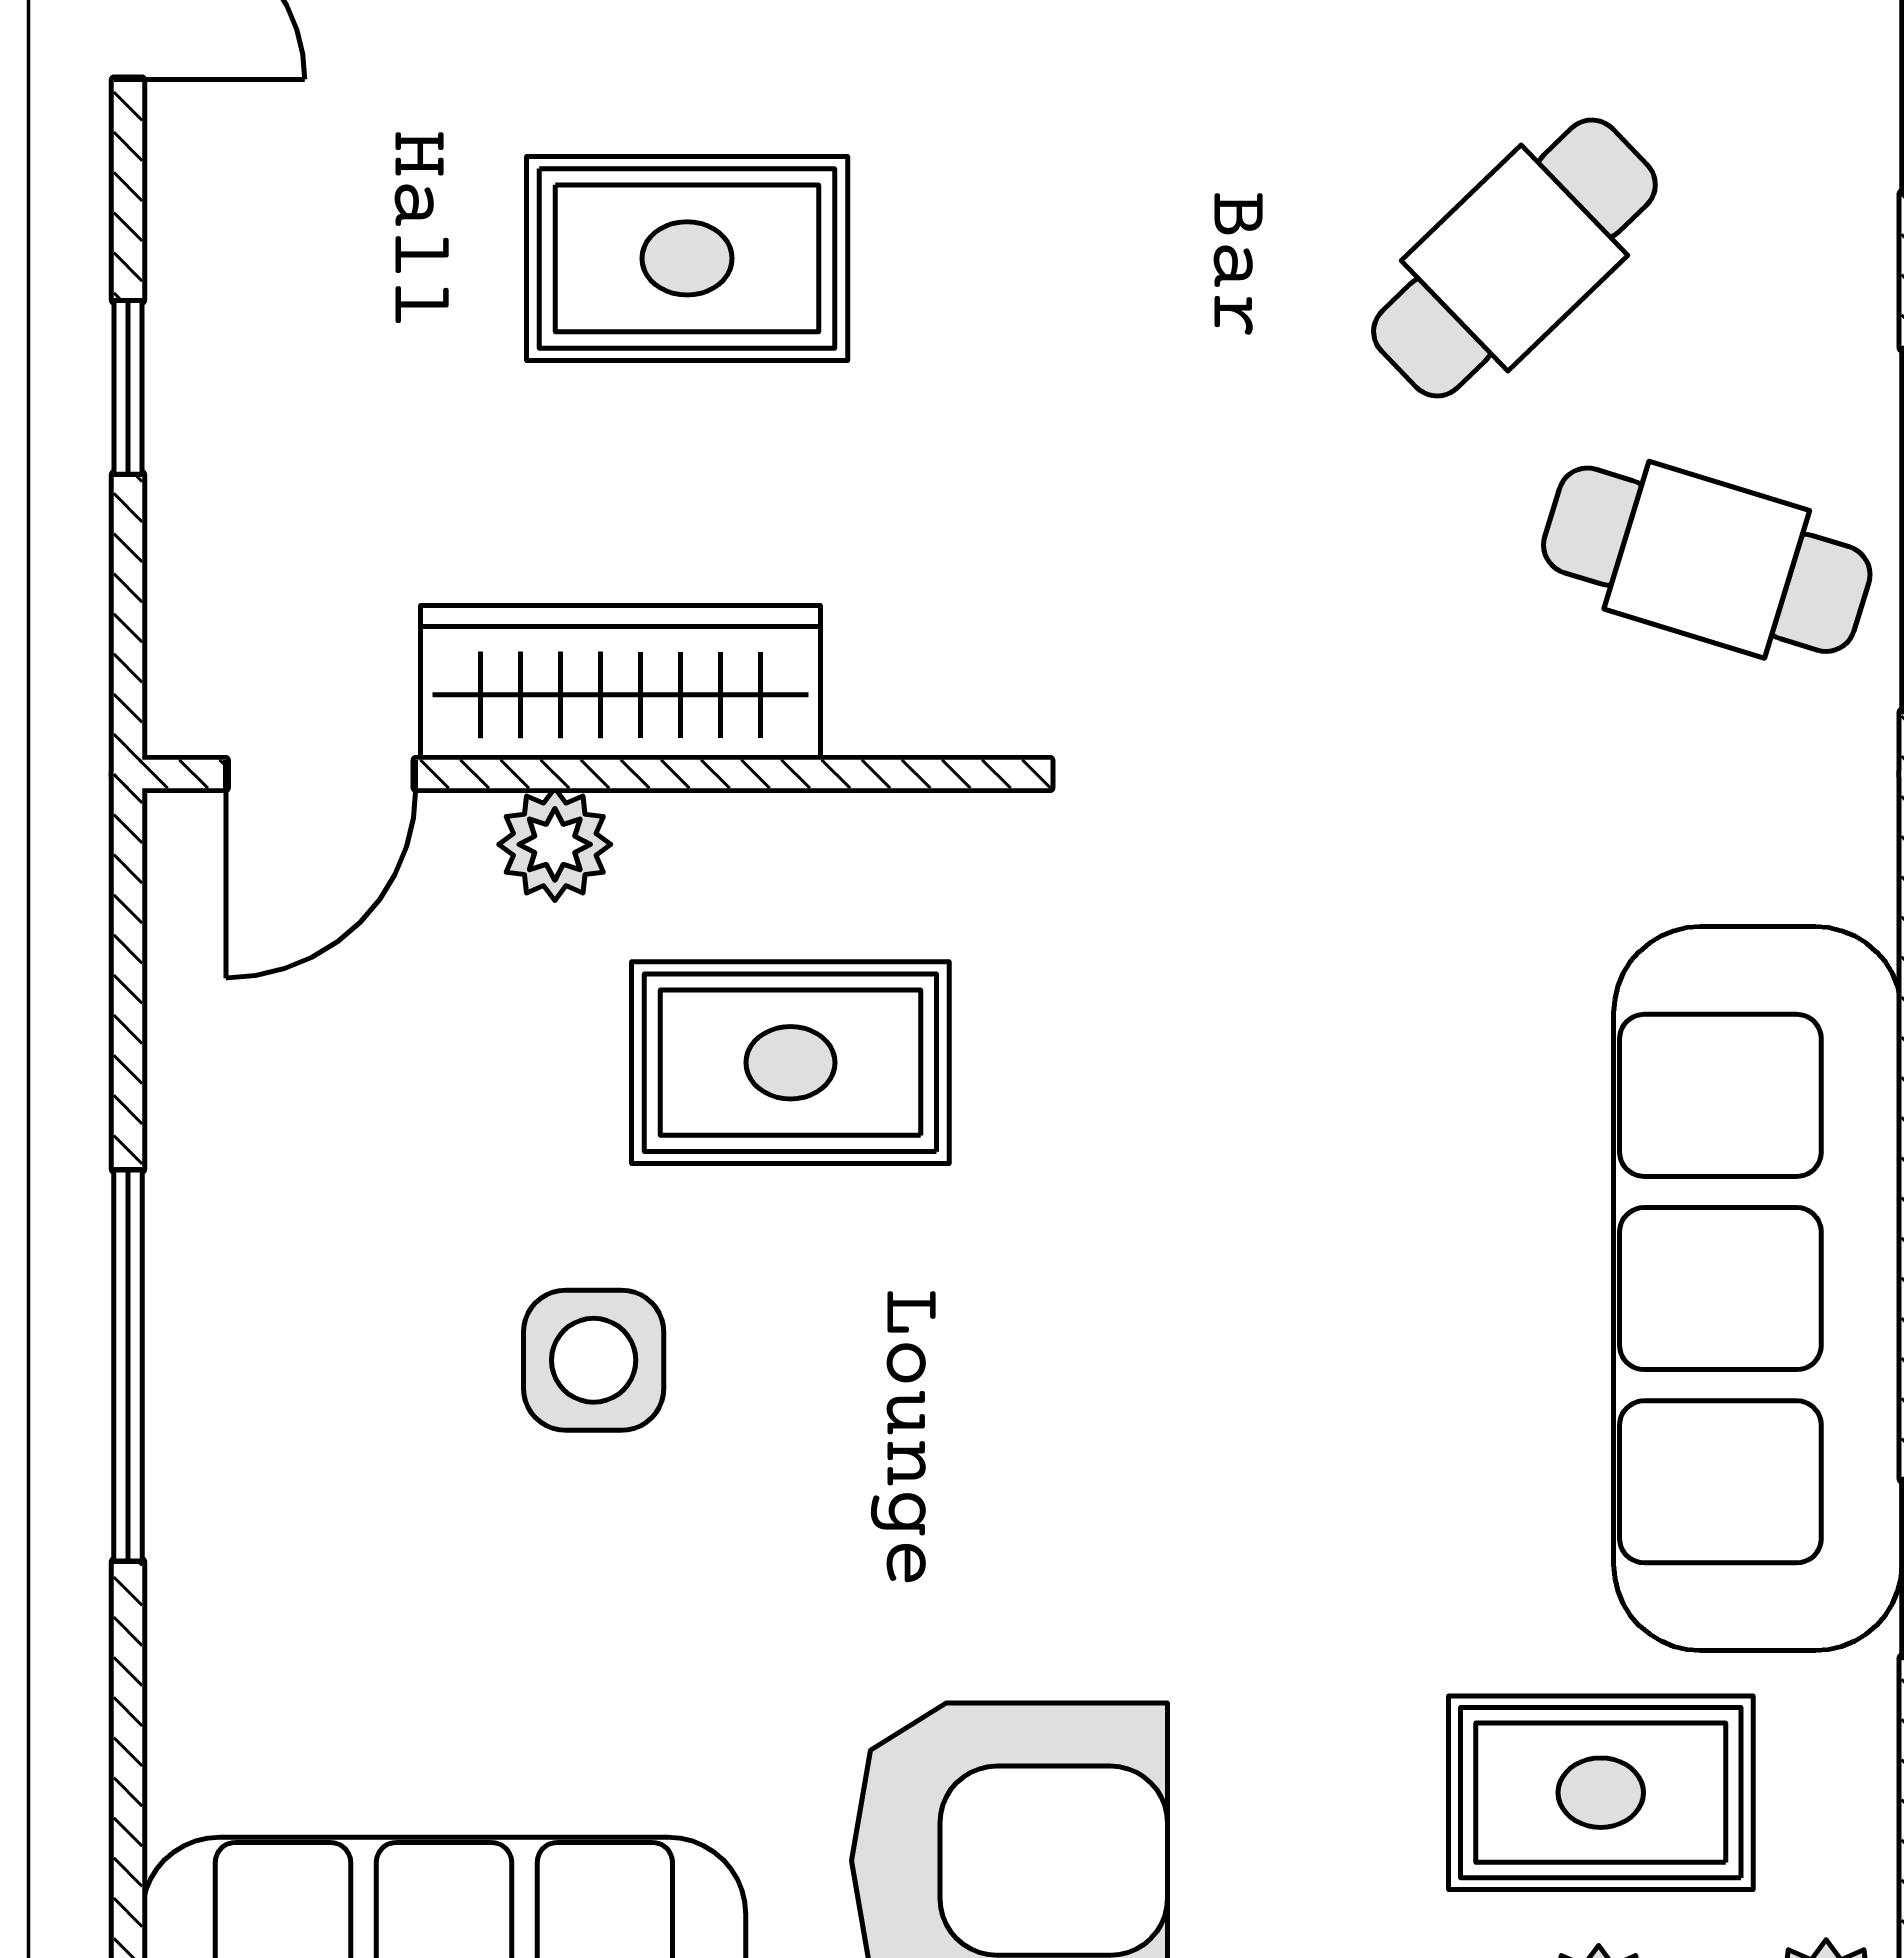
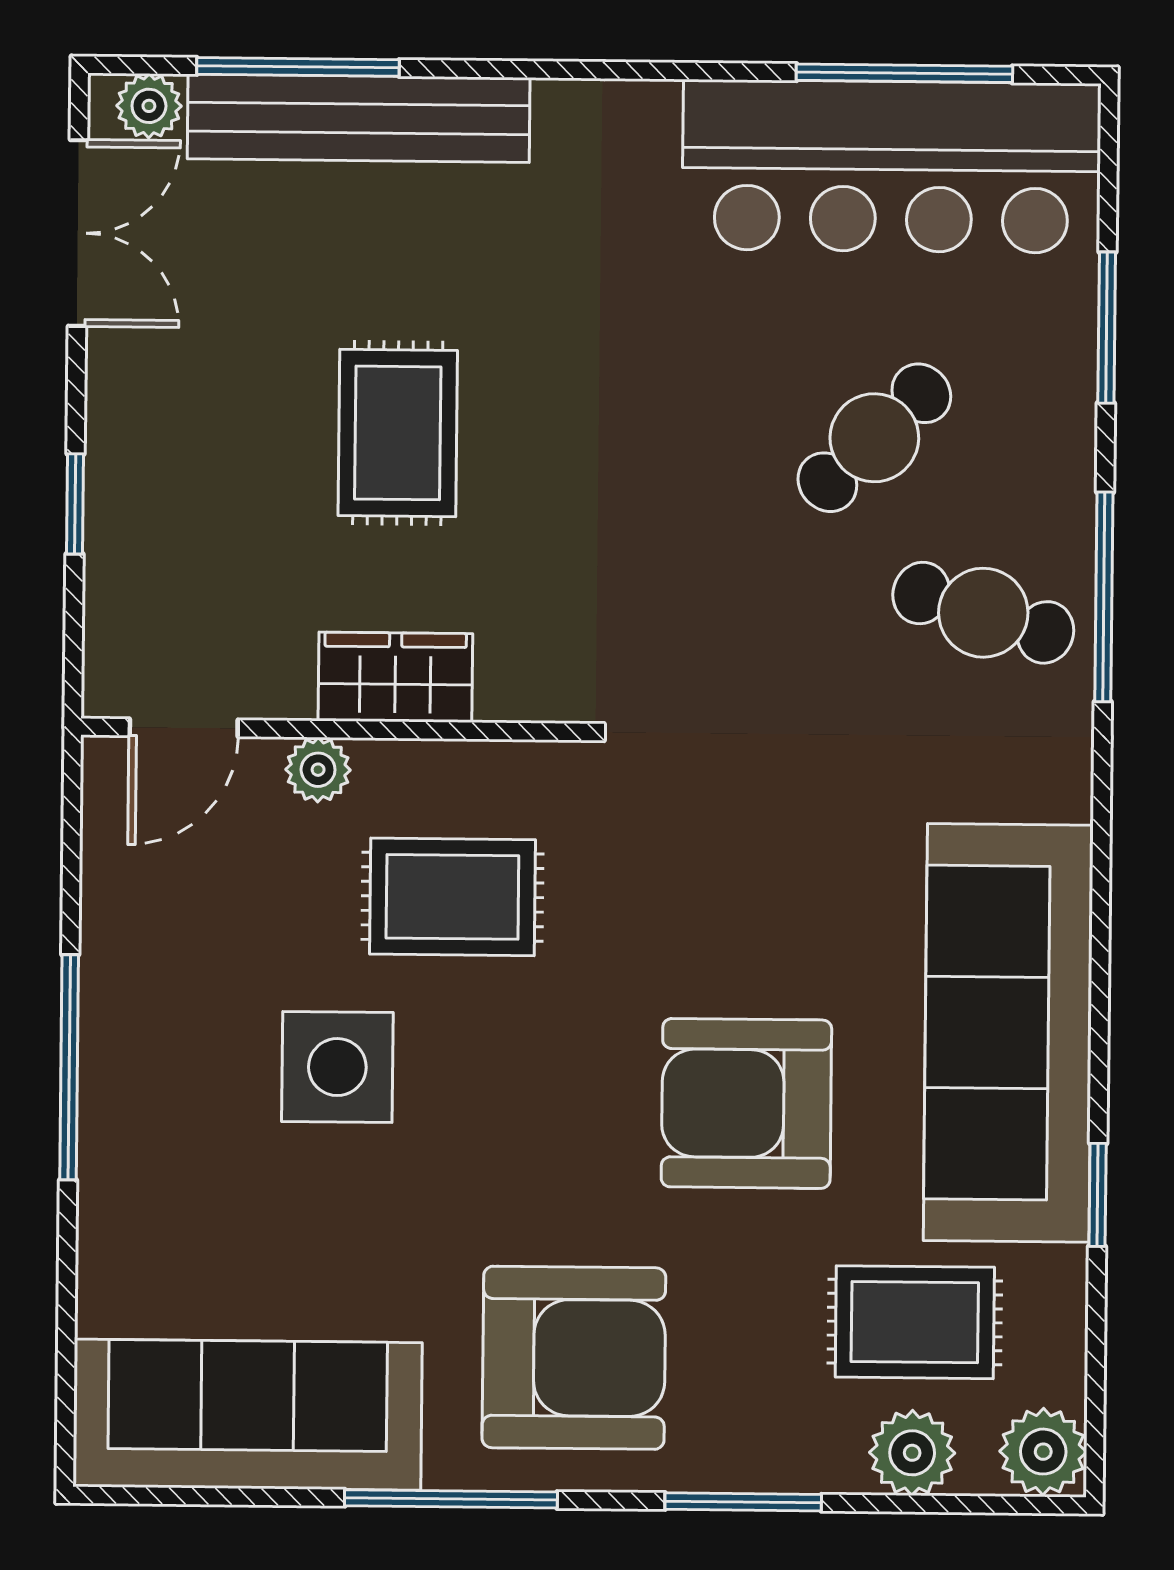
rug: (687, 258) -> (398, 433), turned 90
wardrobe: (621, 683) -> (395, 677), width x0.67
side table: (594, 1360) -> (337, 1067), width x1.37, depth x1.37
armchair: (1304, 1416) -> (746, 1103), added

